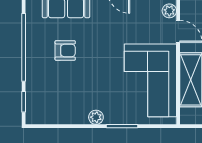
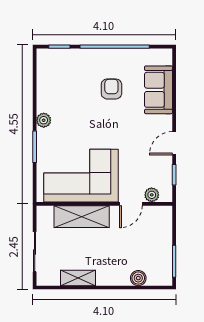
armchair: (65, 50) -> (111, 89), turned 180

